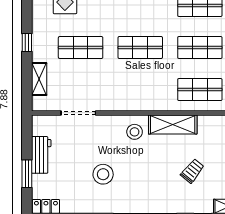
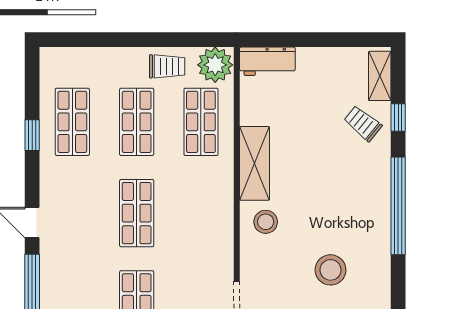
trolley: (192, 171) -> (363, 123), moved

